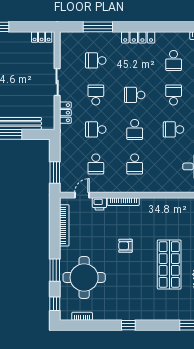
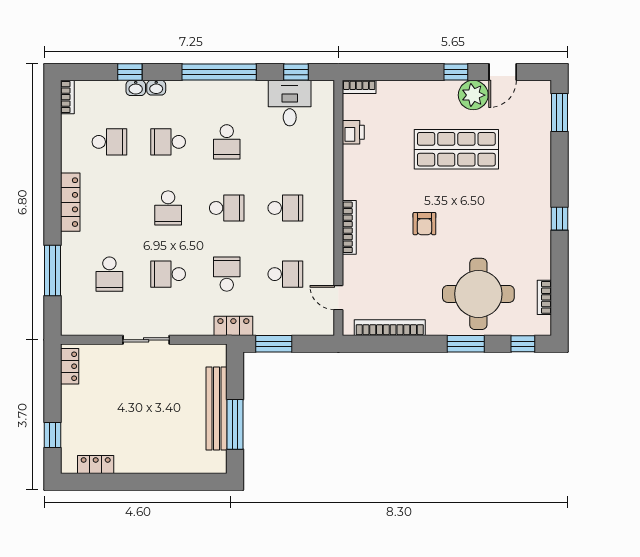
locker: (65, 113) -> (233, 326), moved
school desk: (96, 129) -> (227, 274), turned 180
window: (55, 172) -> (274, 344), moved
printer: (99, 204) -> (353, 132), moved

